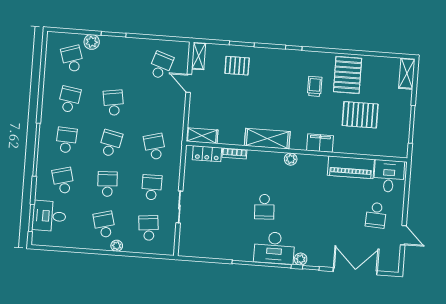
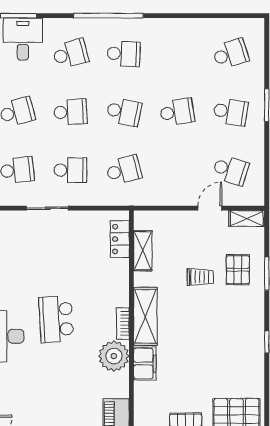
plant: (92, 42) -> (255, 77), removed
trolley: (315, 86) -> (200, 277), moved
school desk: (69, 99) -> (231, 112), moved
shelving: (202, 136) -> (143, 251), moved
filing cabinet: (320, 143) -> (145, 364), moved
bookcase: (234, 153) -> (123, 323), moved
plant: (291, 159) -> (114, 356), width x1.88, depth x1.88
school desk: (264, 207) -> (56, 319), width x1.85

